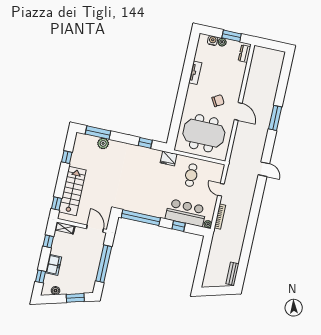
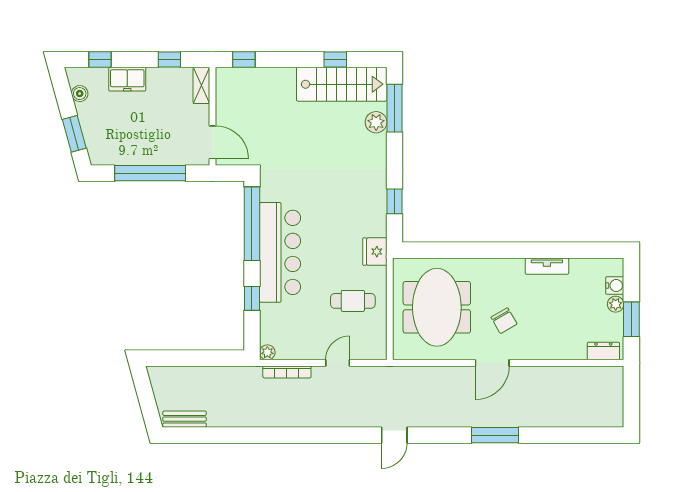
stairs: (72, 191) -> (342, 84), moved
bar counter: (186, 213) -> (280, 252), moved, width x1.36
door: (95, 229) -> (213, 142), hinge flipped

